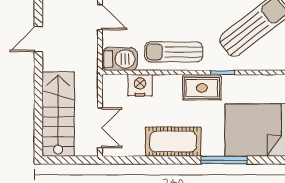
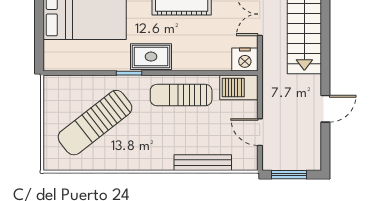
sun lounger: (174, 52) -> (181, 95), turned 180
nightstand: (140, 85) -> (245, 60), moved

